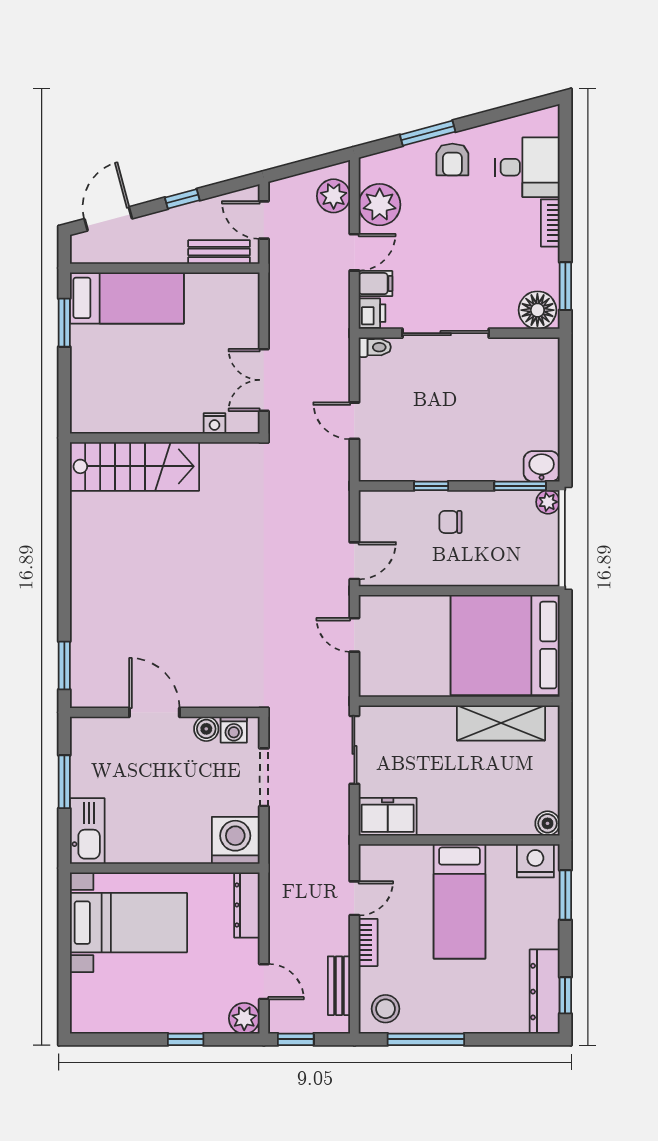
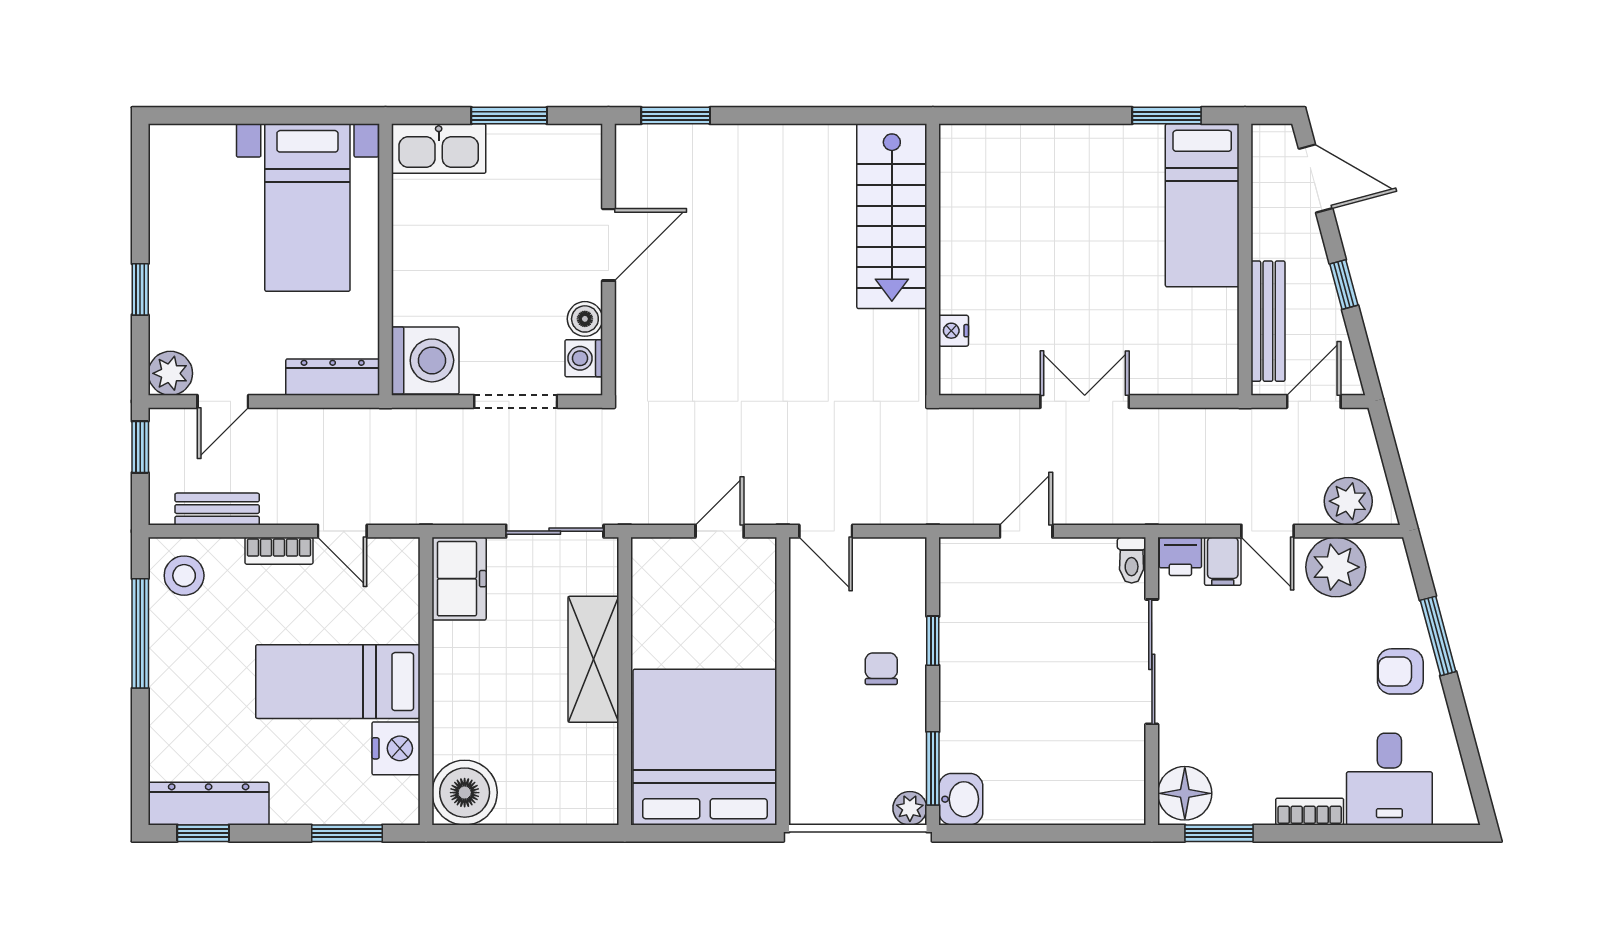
bench: (219, 252) -> (1268, 321), width x1.36
nightstand: (215, 423) -> (954, 331), moved
wall: (165, 438) -> (933, 260), moved
stairs: (135, 466) -> (892, 216), moved
shelving: (501, 723) -> (593, 659), moved
boiler: (548, 823) -> (465, 793), width x1.86, depth x1.86
nightstand: (535, 861) -> (396, 748), moved

